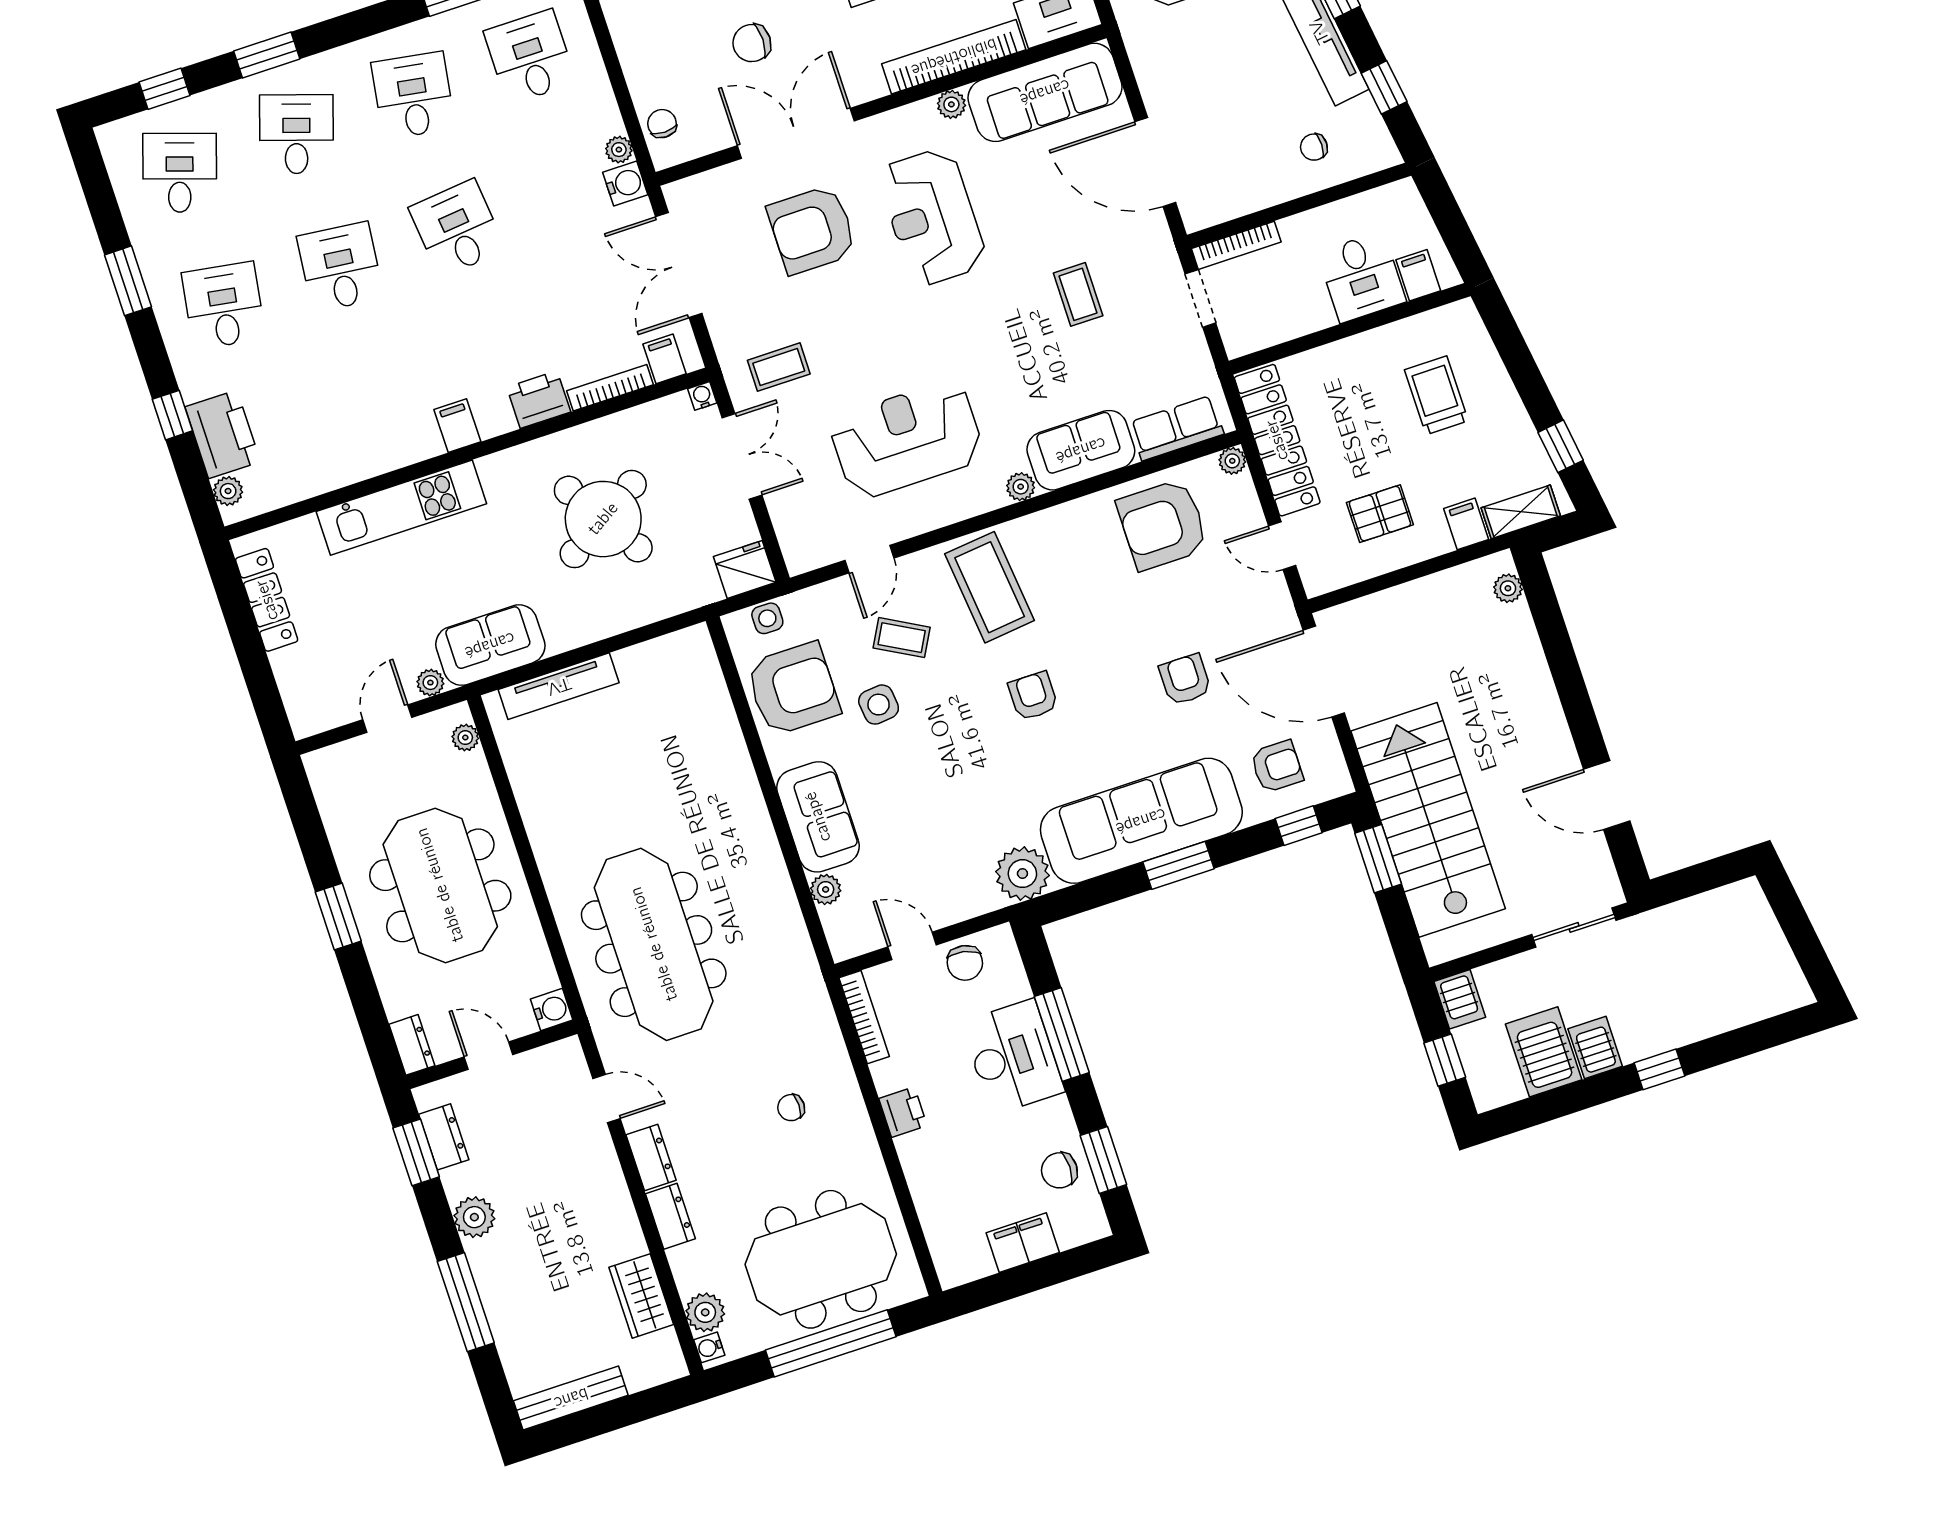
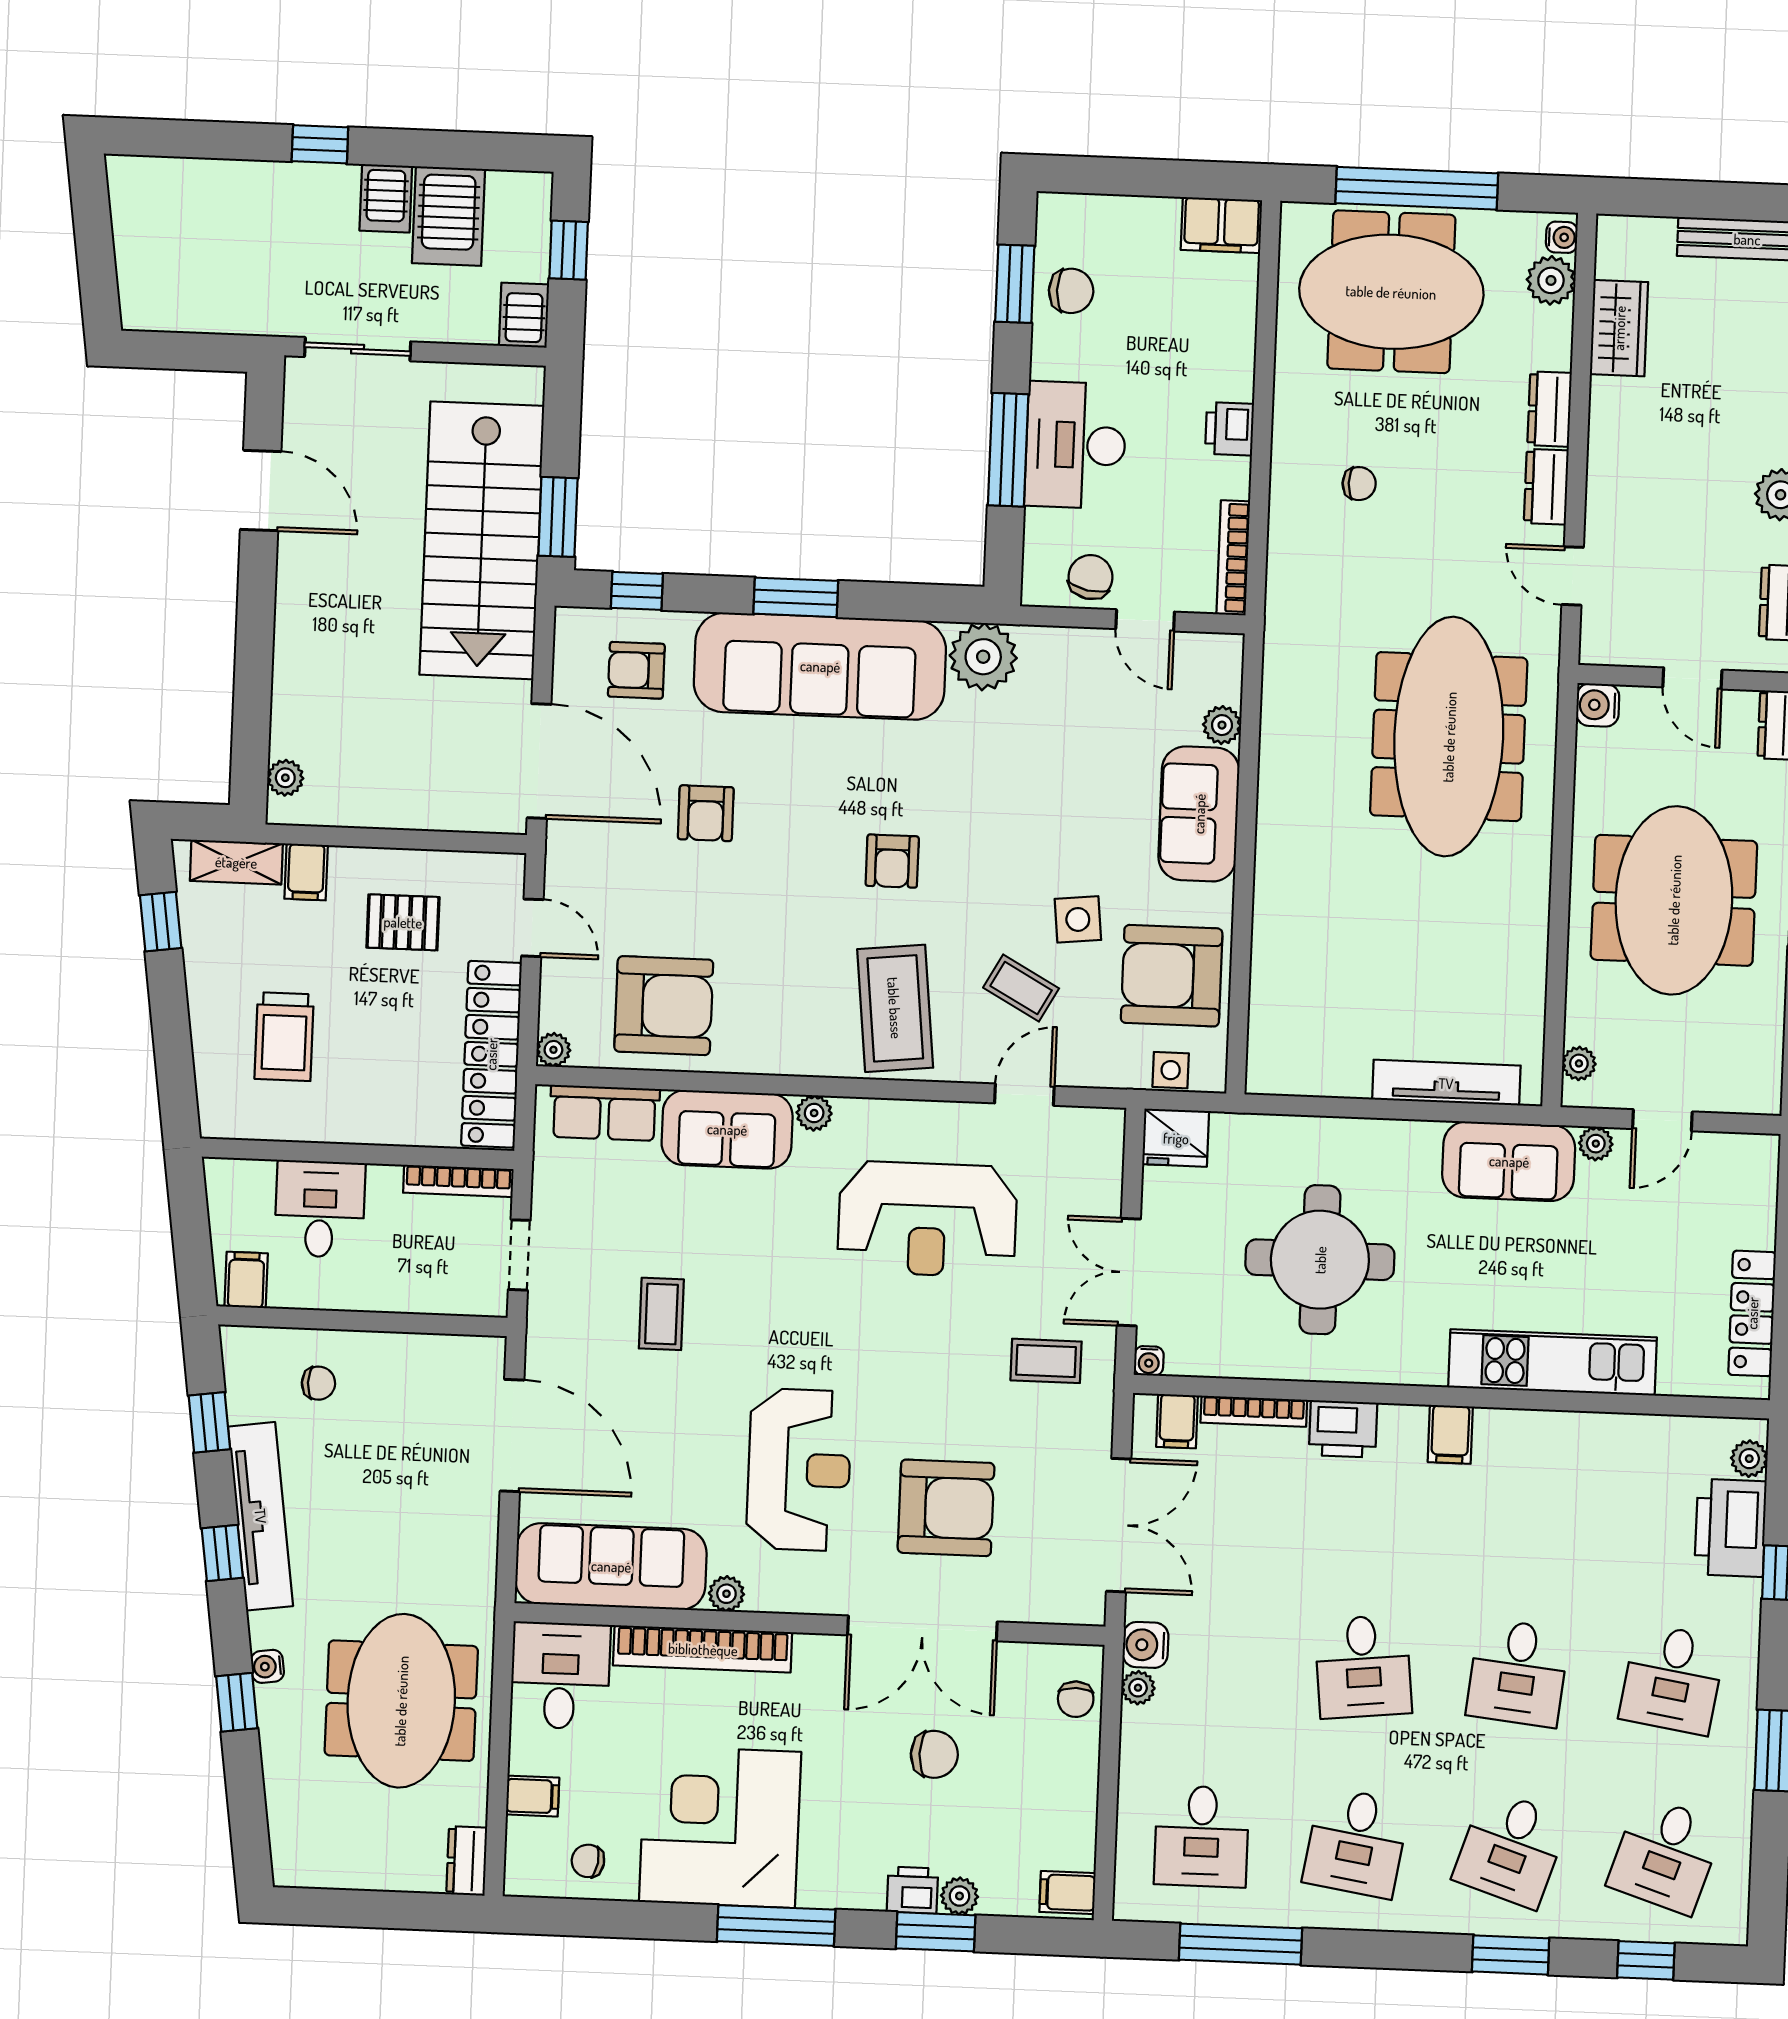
bookcase: (1236, 245) -> (458, 1181), moved, turned 180
filing cabinet: (1418, 275) -> (246, 1280), moved, turned 180
round table: (603, 519) -> (1320, 1260), turned 32
filing cabinet: (1023, 1243) -> (1221, 225), moved

